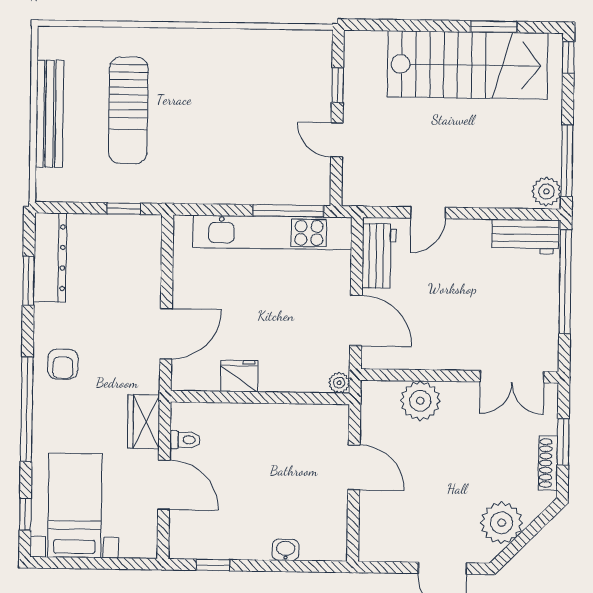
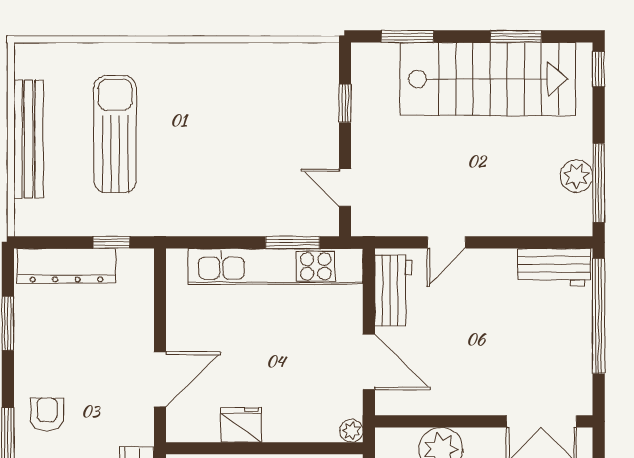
window: (395, 25) -> (407, 36), added
sun lounger: (128, 110) -> (115, 134), turned 180
door: (337, 140) -> (345, 188), moved
plant: (546, 192) -> (577, 176), moved
window: (288, 211) -> (293, 242), width x0.69
dresser: (50, 258) -> (66, 266), moved, turned 90
armchair: (63, 364) -> (47, 415), turned 180

